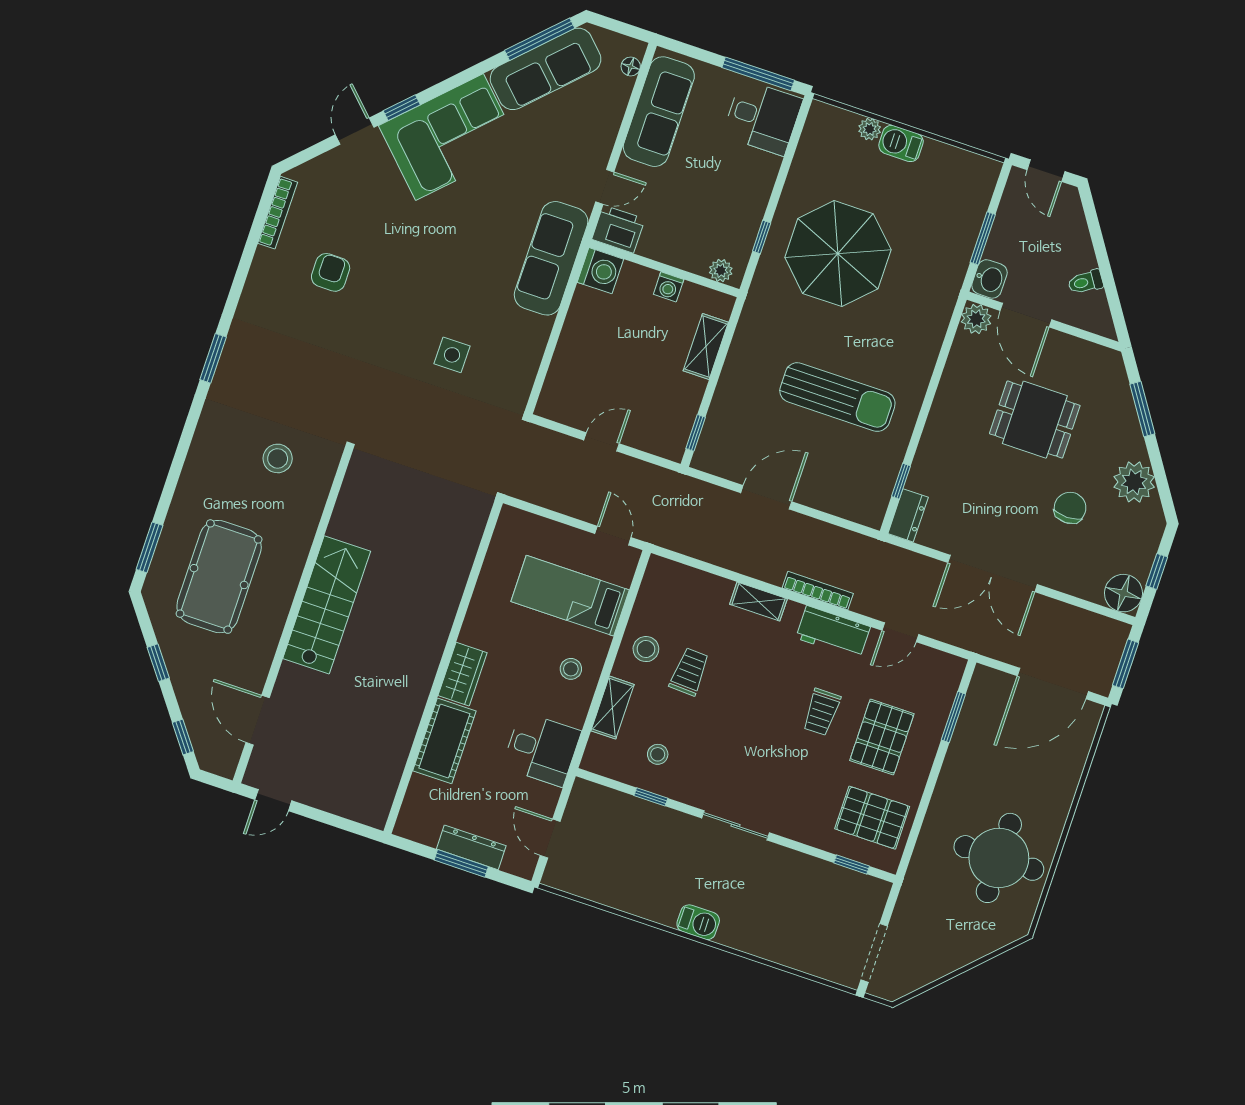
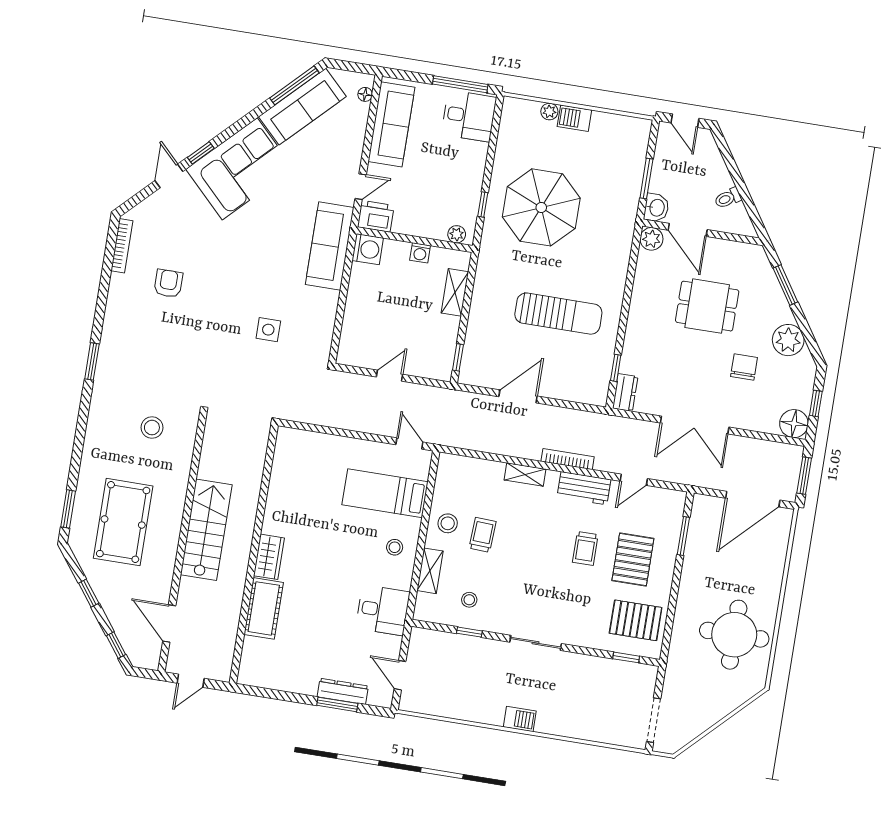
wall: (443, 667) -> (254, 554), moved
wardrobe: (463, 674) -> (269, 557), moved
cot: (444, 741) -> (264, 608), moved

